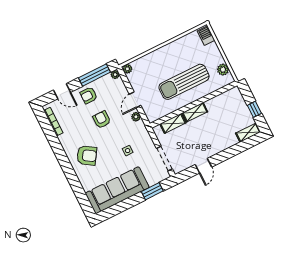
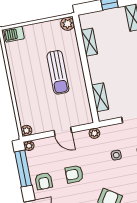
plant: (223, 70) -> (68, 24), moved
sun lounger: (184, 82) -> (58, 72), width x0.73, depth x0.75
shelving: (195, 112) -> (89, 42), moved
plant: (136, 117) -> (94, 133), moved

